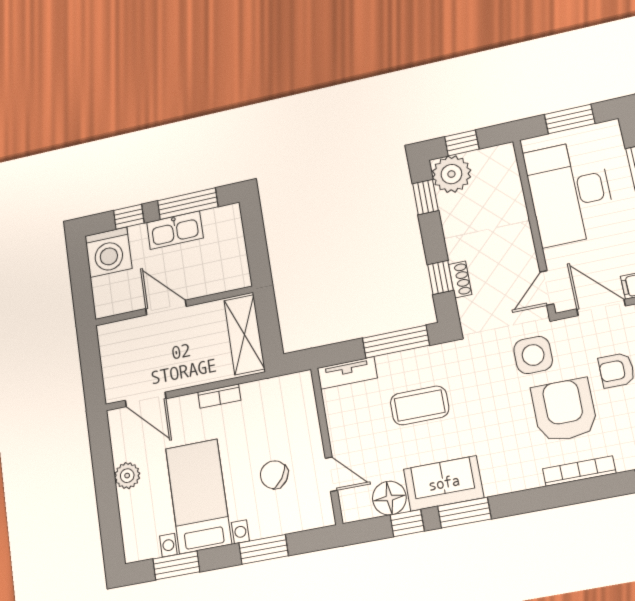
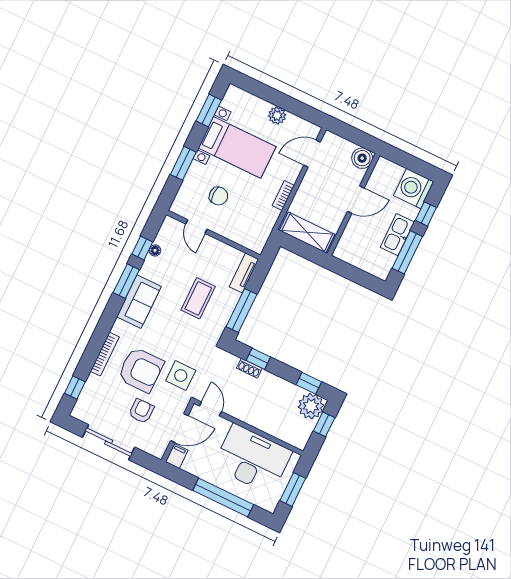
boiler: (112, 337) -> (362, 158), added
door: (331, 474) -> (196, 227), hinge flipped
chair: (274, 475) -> (218, 196), turned 55
sofa: (444, 483) -> (139, 302), moved
floor lamp: (389, 498) -> (155, 250), width x0.53, depth x0.53

